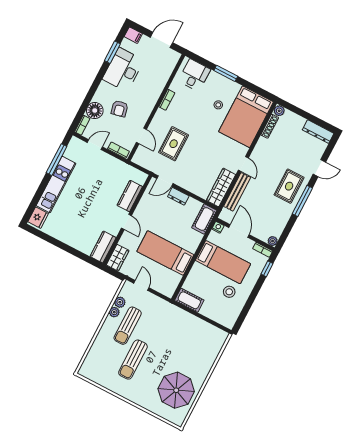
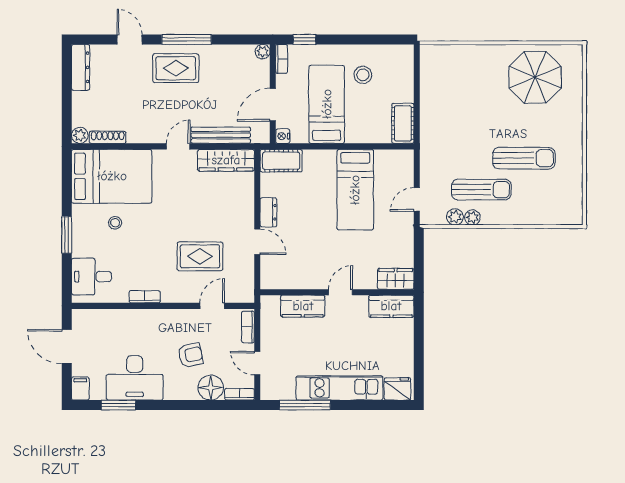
kitchen counter: (130, 196) -> (303, 306), moved
wall: (127, 220) -> (337, 292), moved
door: (126, 222) -> (340, 292), moved
kitchen counter: (103, 247) -> (391, 306), moved
wardrobe: (118, 258) -> (396, 279), moved

